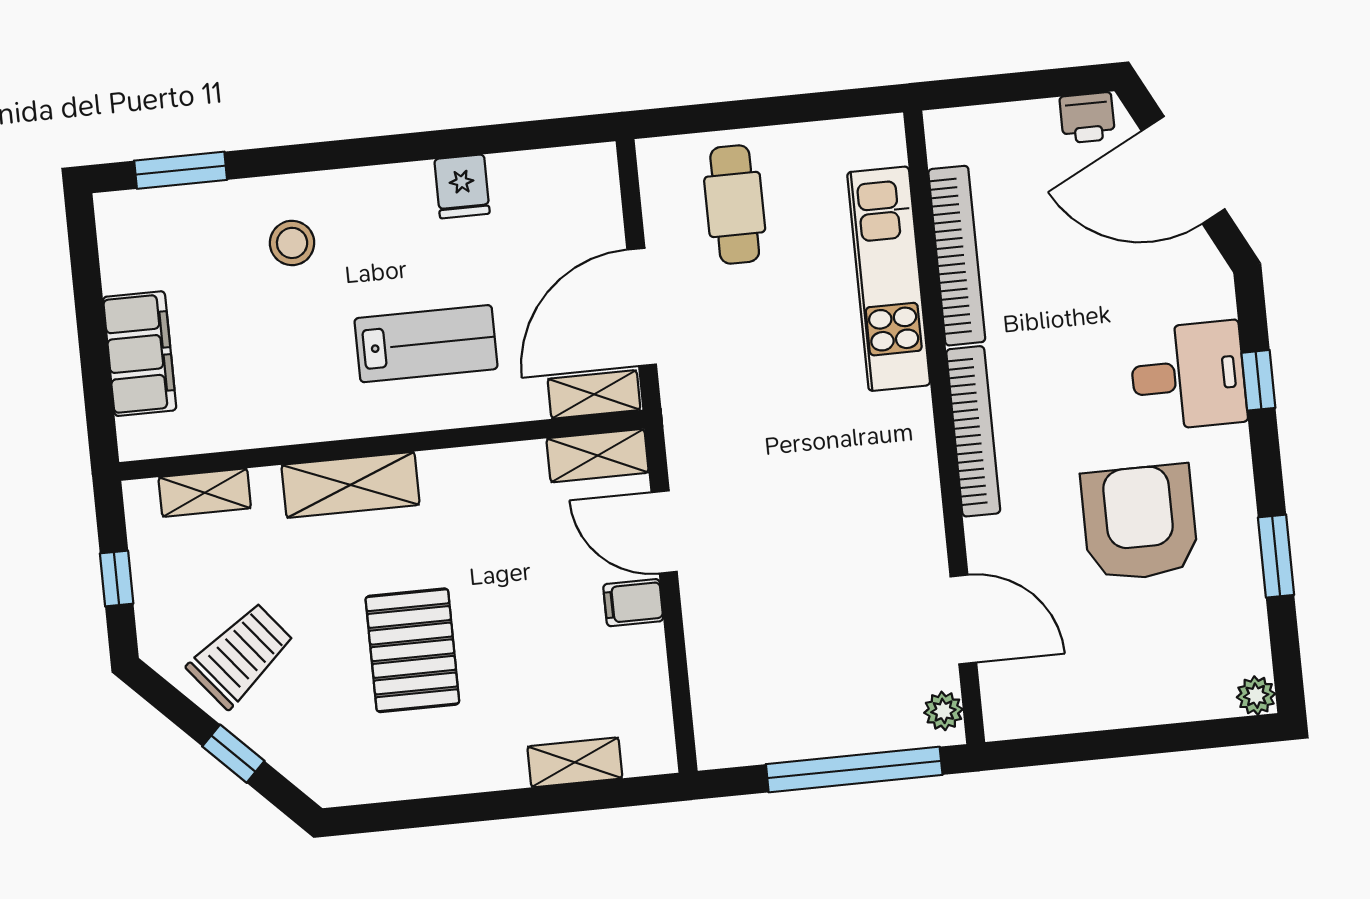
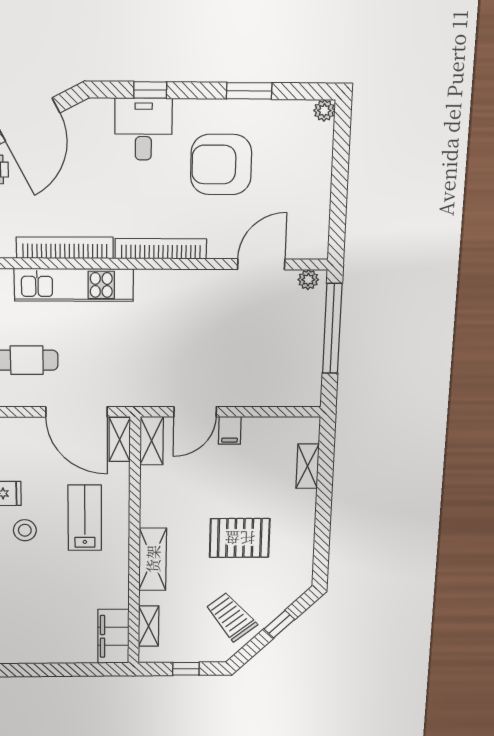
stool: (292, 243) -> (25, 530), moved
filing cabinet: (140, 354) -> (113, 636), moved, turned -90

